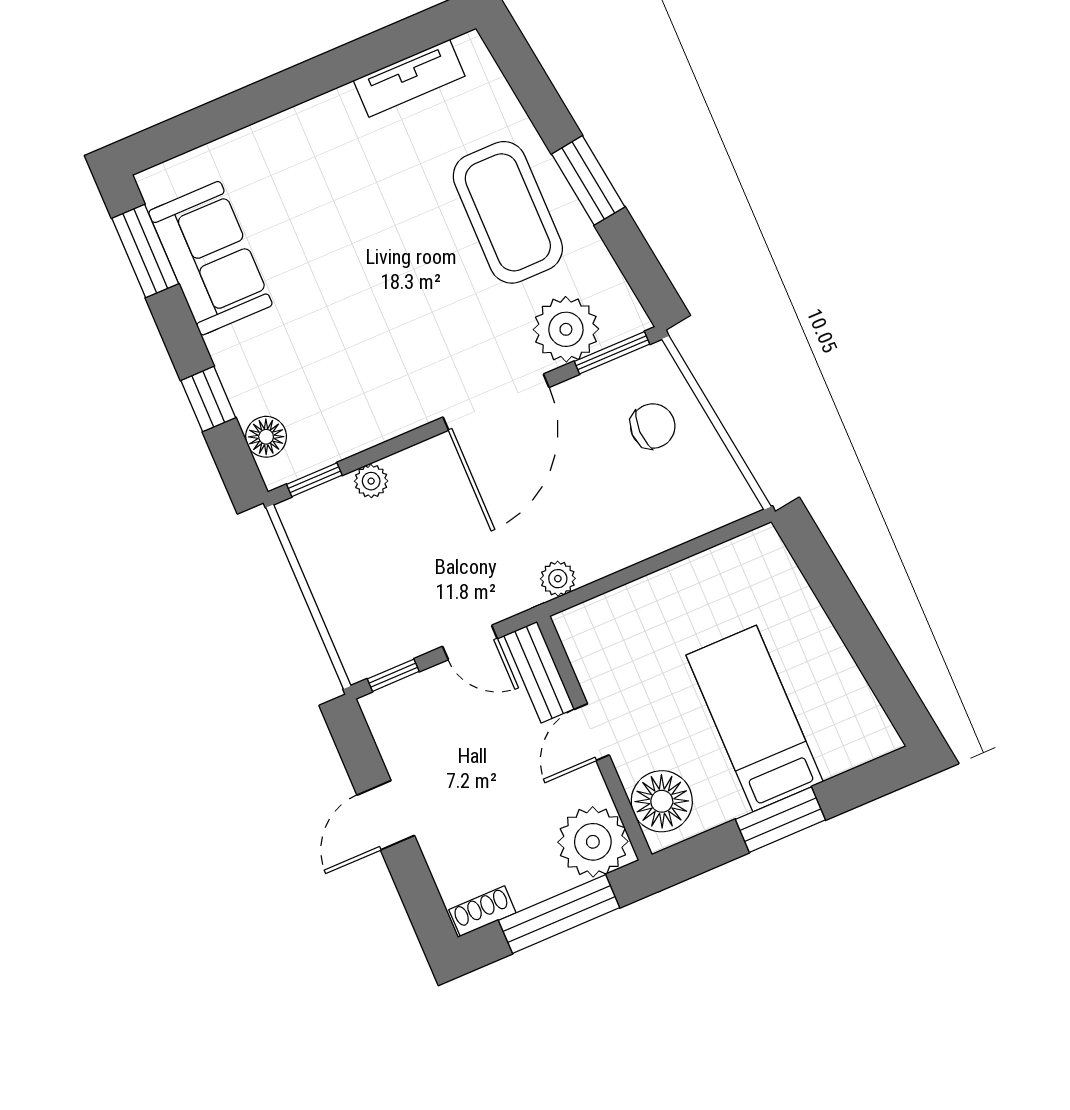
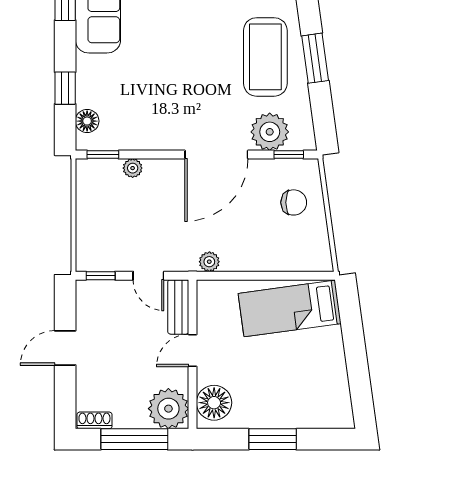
window: (612, 353) -> (289, 155), width x0.67
bed: (755, 718) -> (290, 308), moved, turned -98

